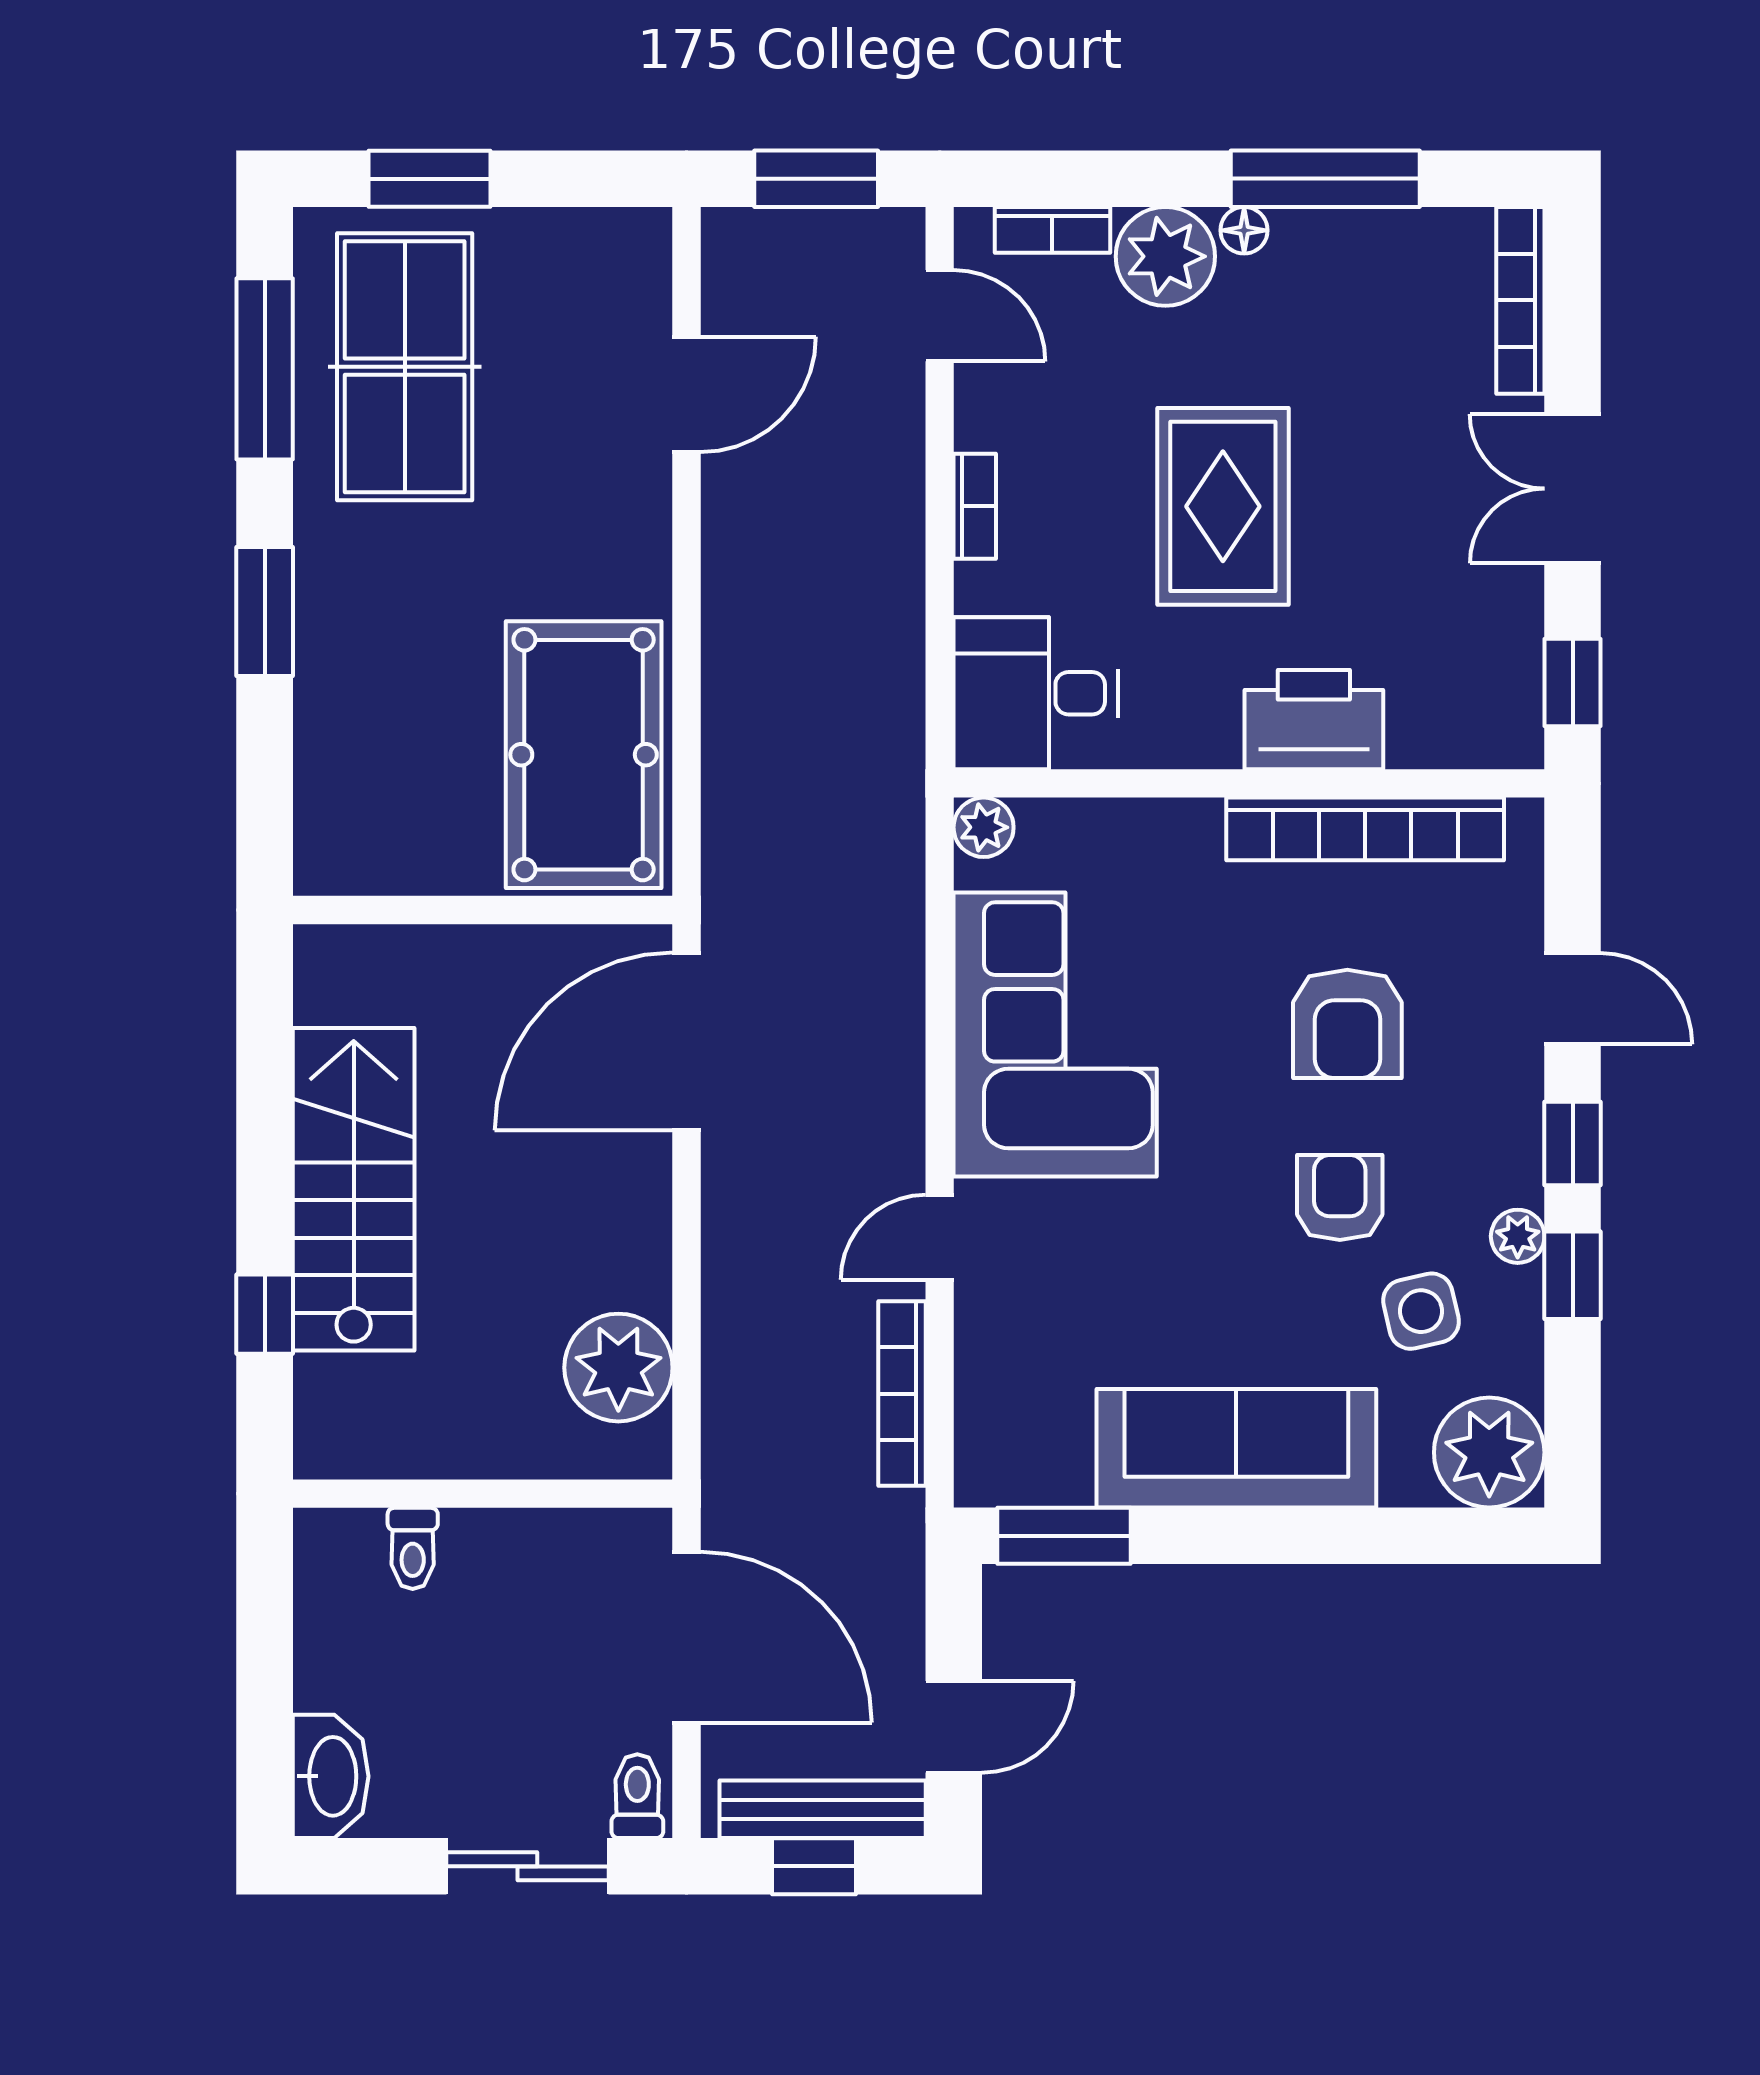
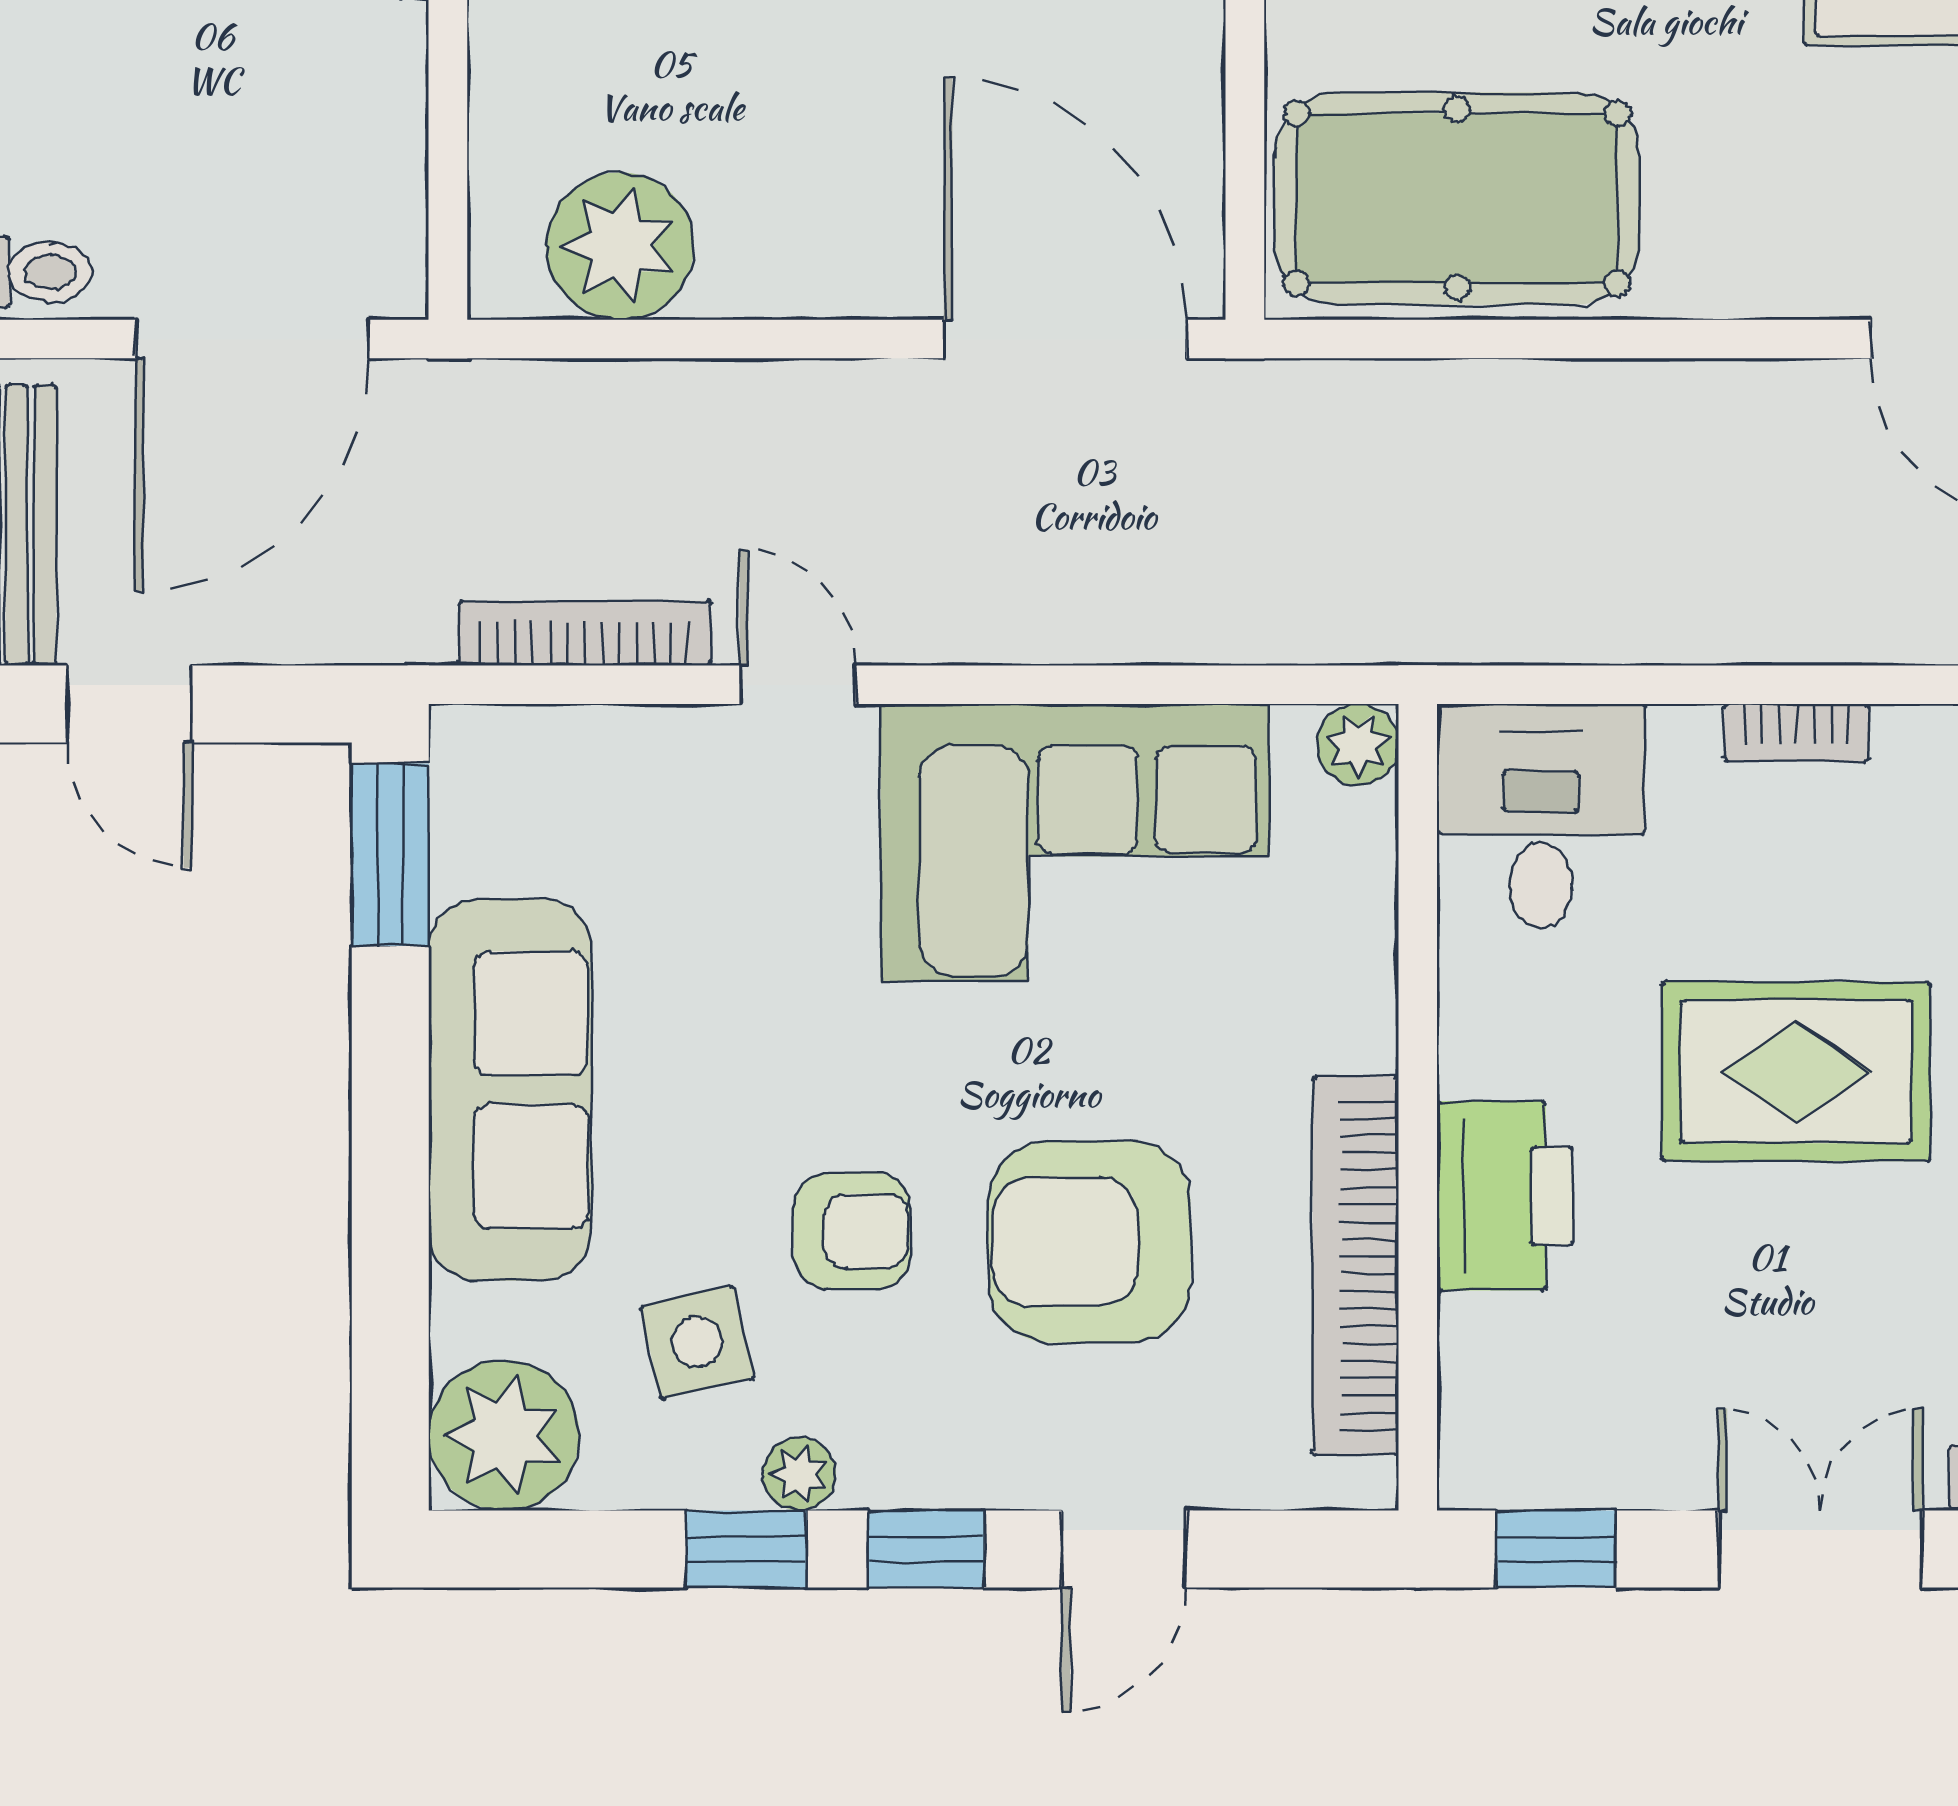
armchair: (1347, 1024) -> (1089, 1242), width x1.36, depth x1.36

